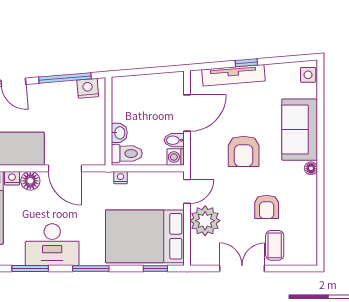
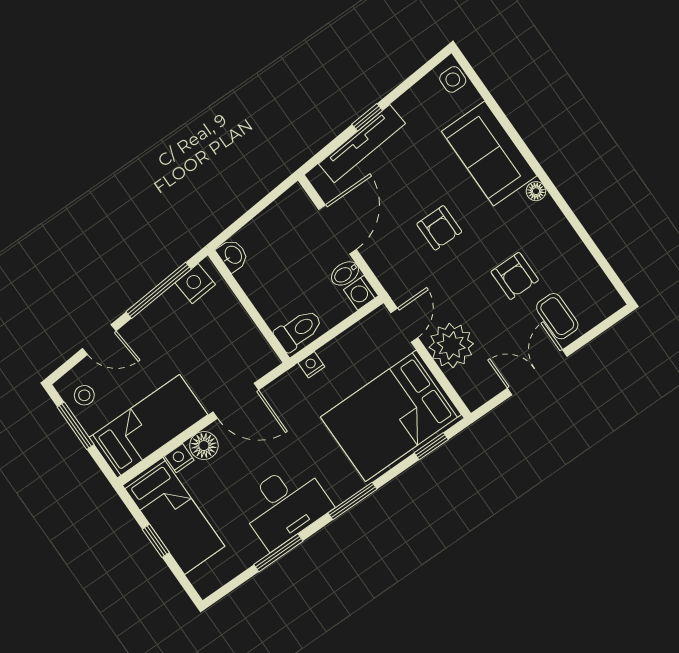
washbasin: (119, 133) -> (233, 255), moved
armchair: (244, 151) -> (439, 228), width x0.72, depth x0.72

